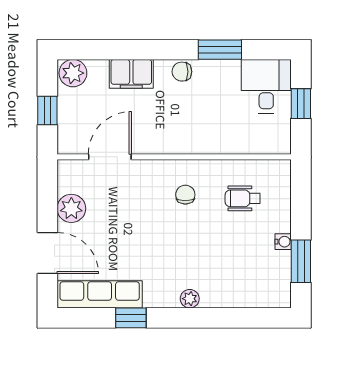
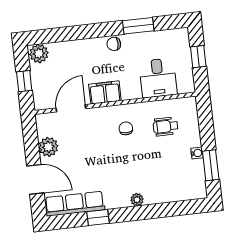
filing cabinet: (131, 74) -> (105, 93), moved, turned 180
desk: (266, 86) -> (158, 78), moved, turned 180

